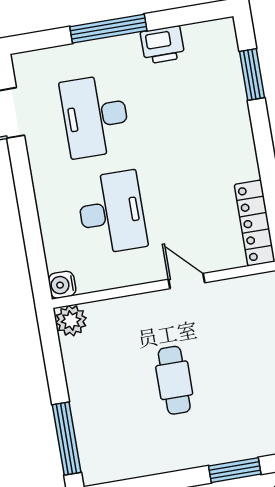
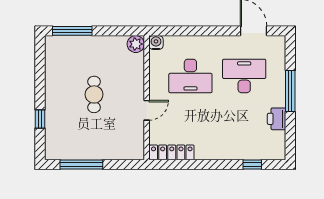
window: (252, 74) -> (252, 165), width x0.67
cafe table: (174, 380) -> (94, 94), turned 90
window: (235, 470) -> (40, 119), width x0.67

